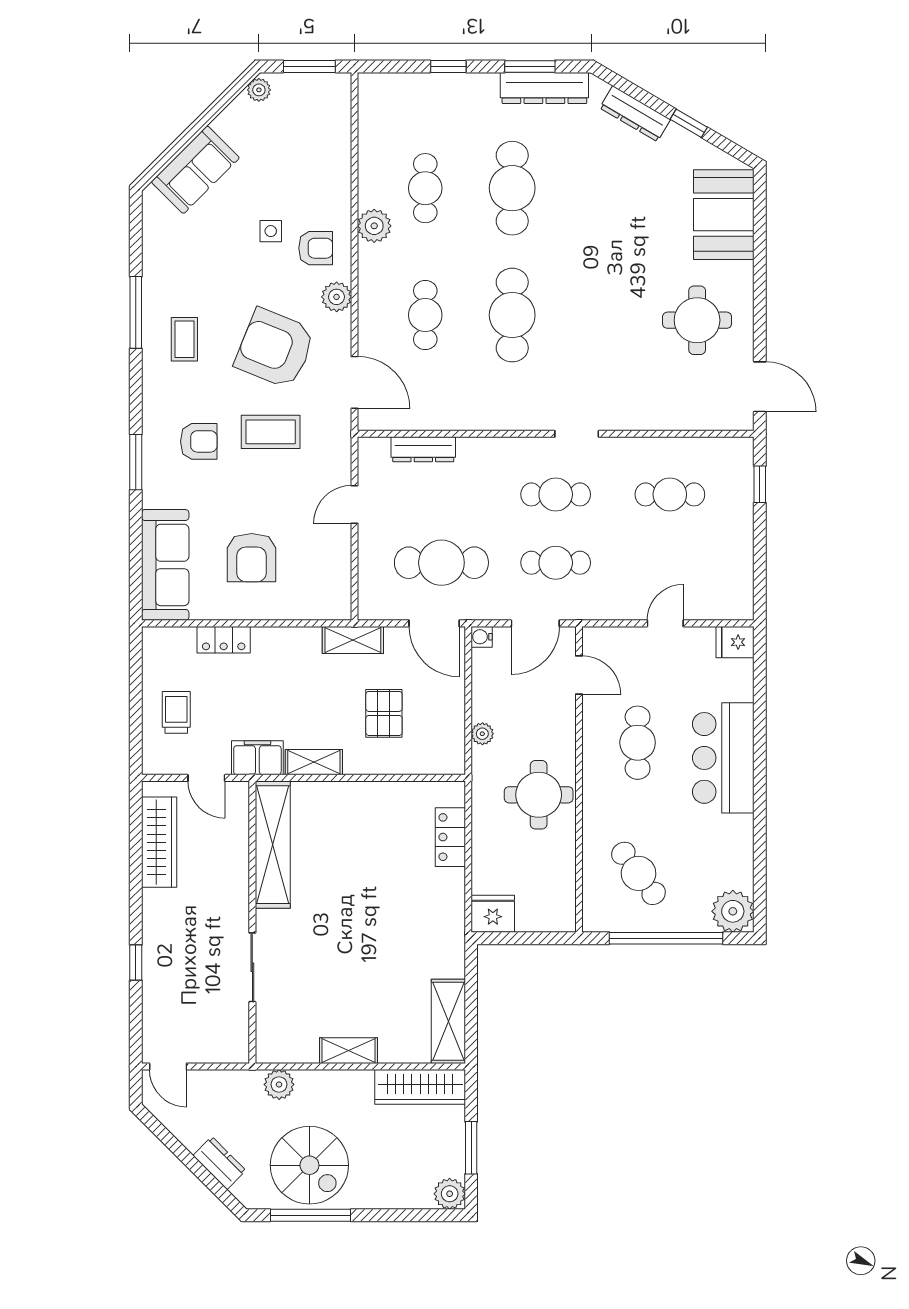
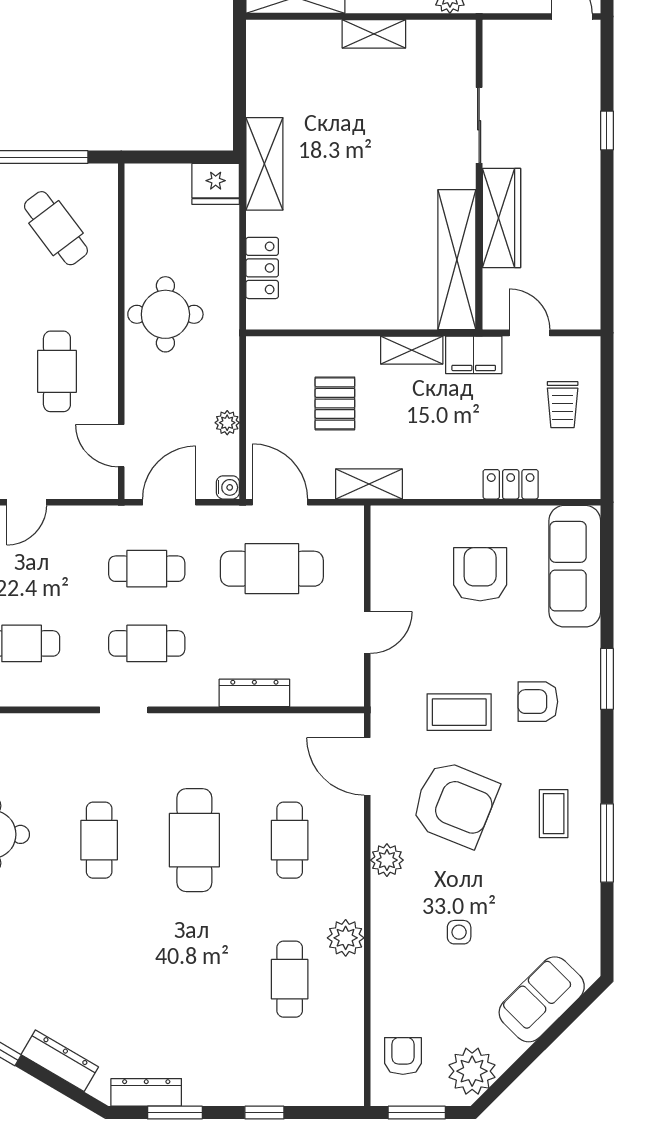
dresser: (544, 88) -> (146, 1092), width x0.73, depth x0.80
plant: (259, 90) -> (472, 1071), width x1.88, depth x1.88
cafe table: (512, 188) -> (99, 840), moved, width x0.73, depth x0.74
armchair: (316, 248) -> (403, 1056), moved, turned 90
dresser: (423, 449) -> (254, 693), moved
plant: (482, 734) -> (227, 423), moved
wardrobe: (159, 842) -> (501, 218), moved, turned 180
shelving: (448, 1021) -> (264, 164), moved

